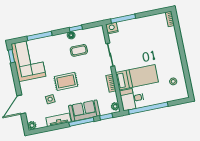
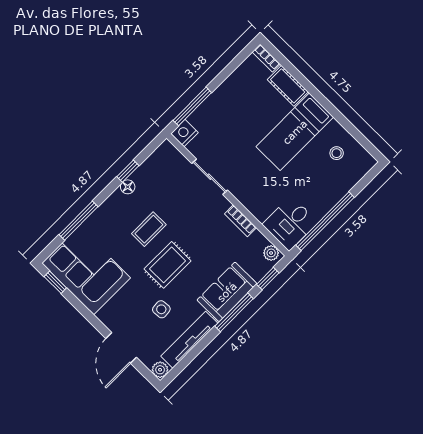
cot: (171, 37) -> (288, 86), added
coffee table: (79, 50) -> (149, 229), moved
bed: (137, 77) -> (295, 132), moved, turned 180
tv unit: (58, 120) -> (189, 340), width x1.41

